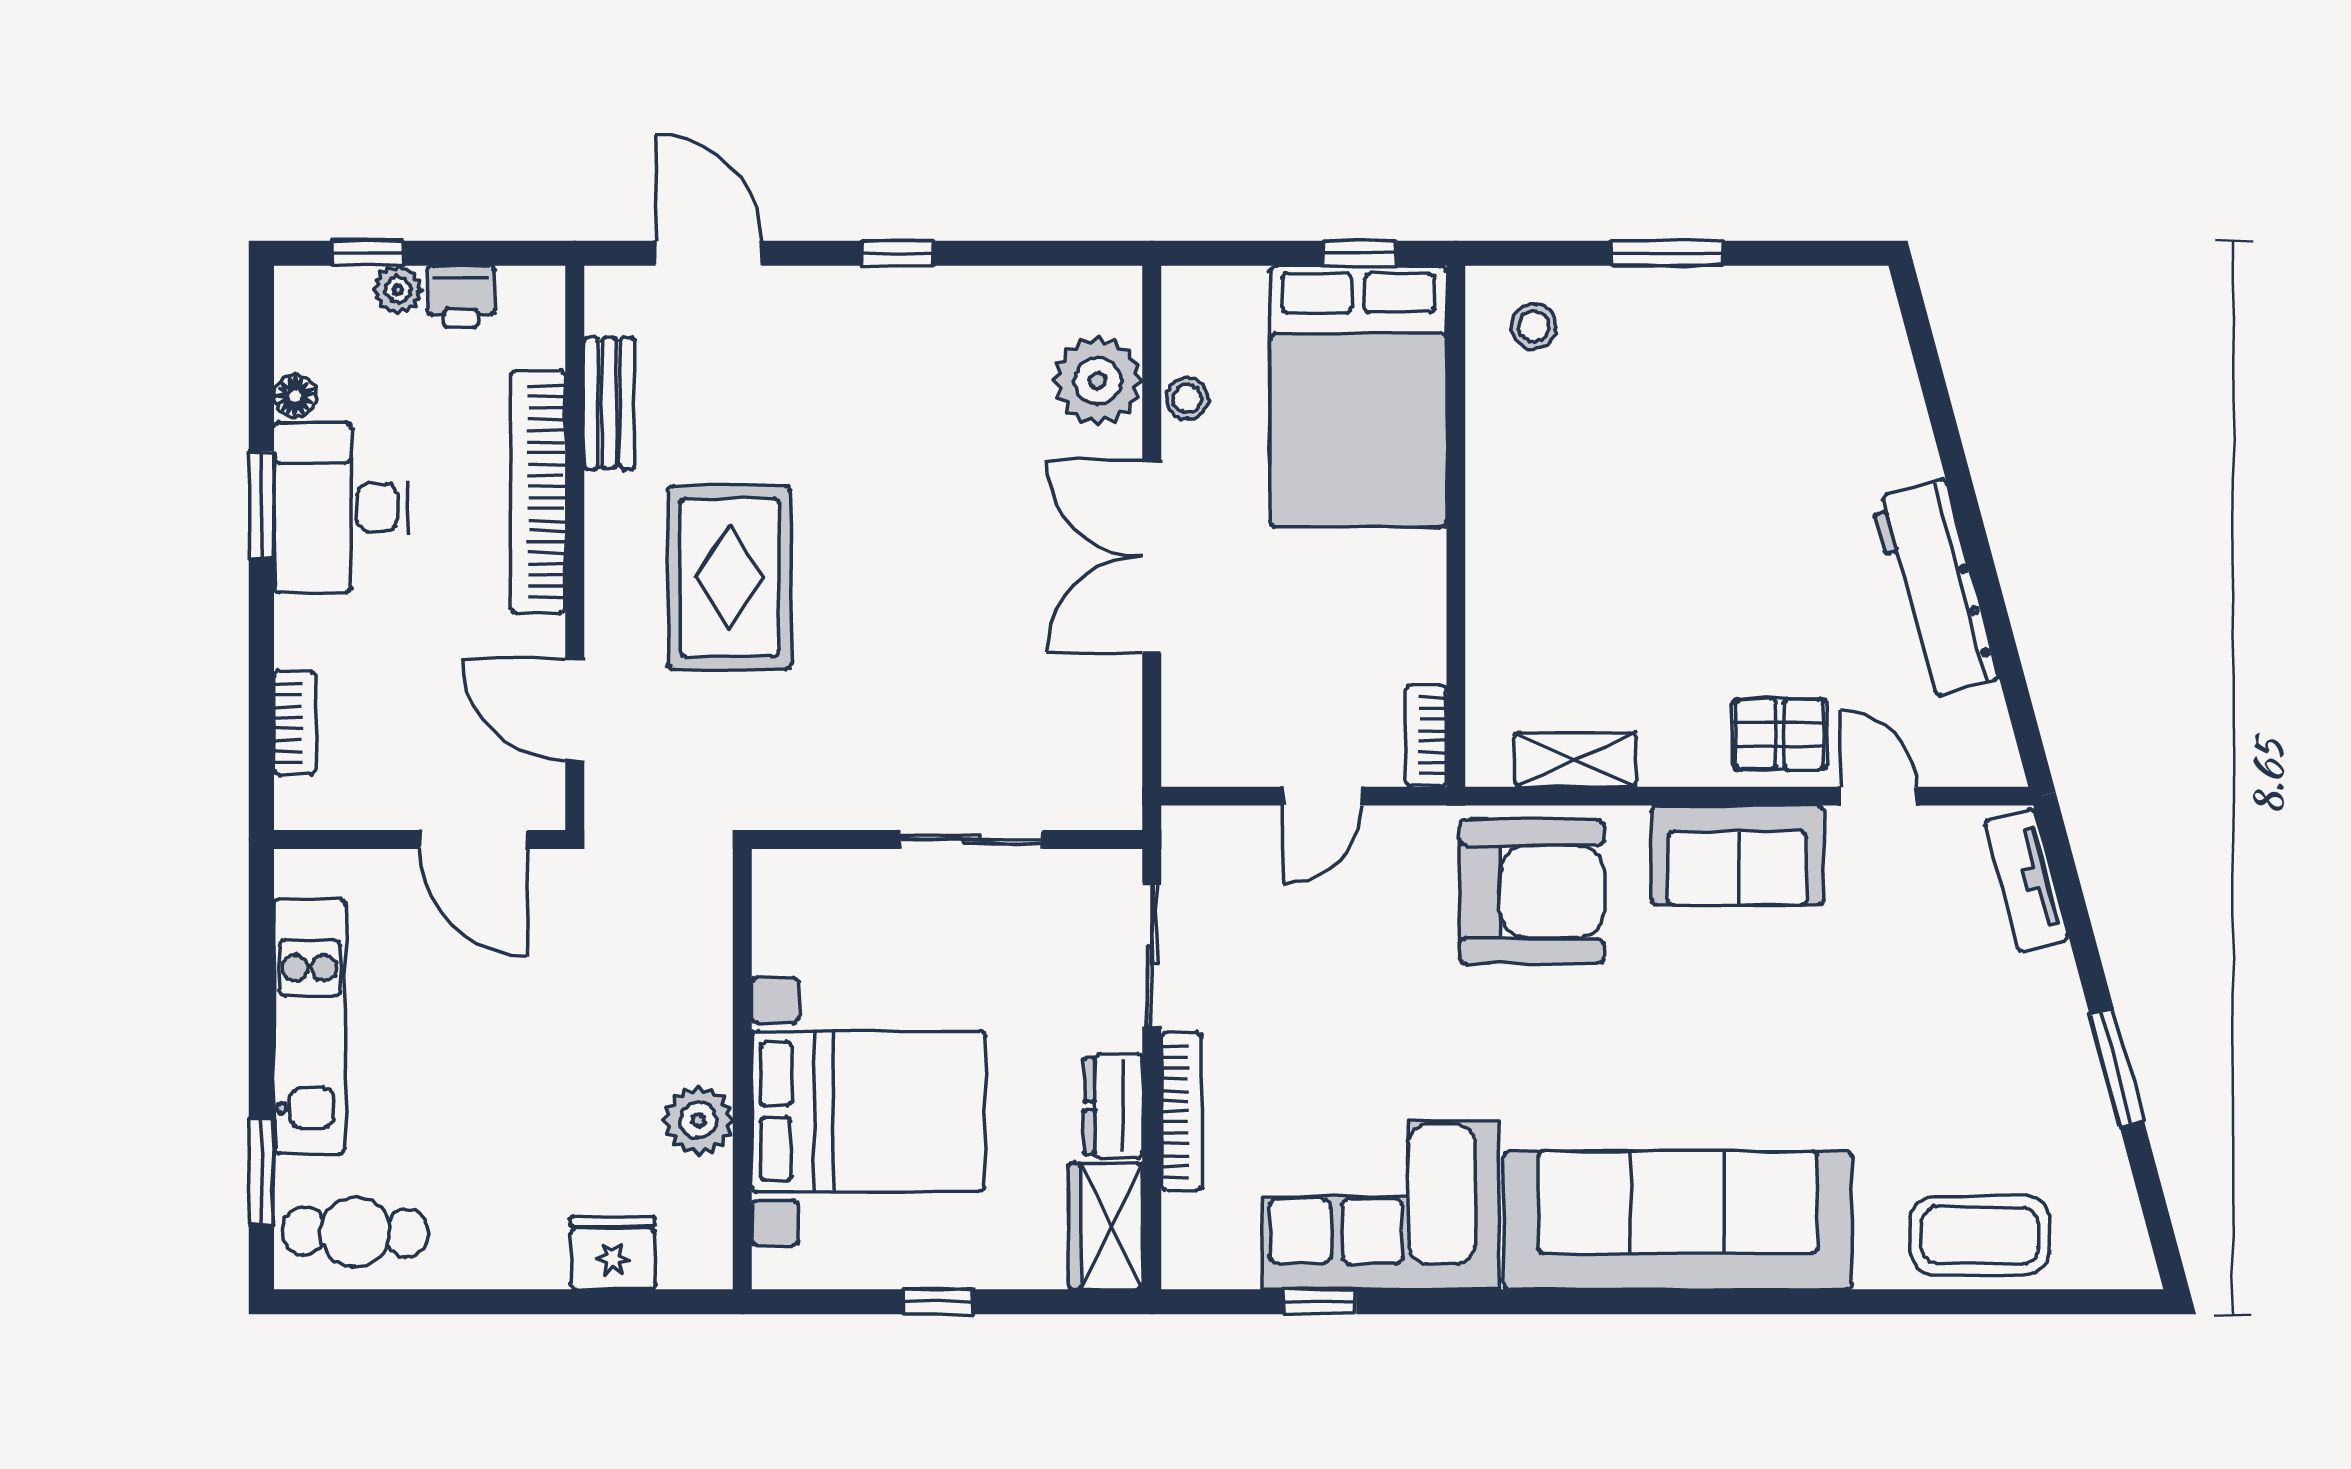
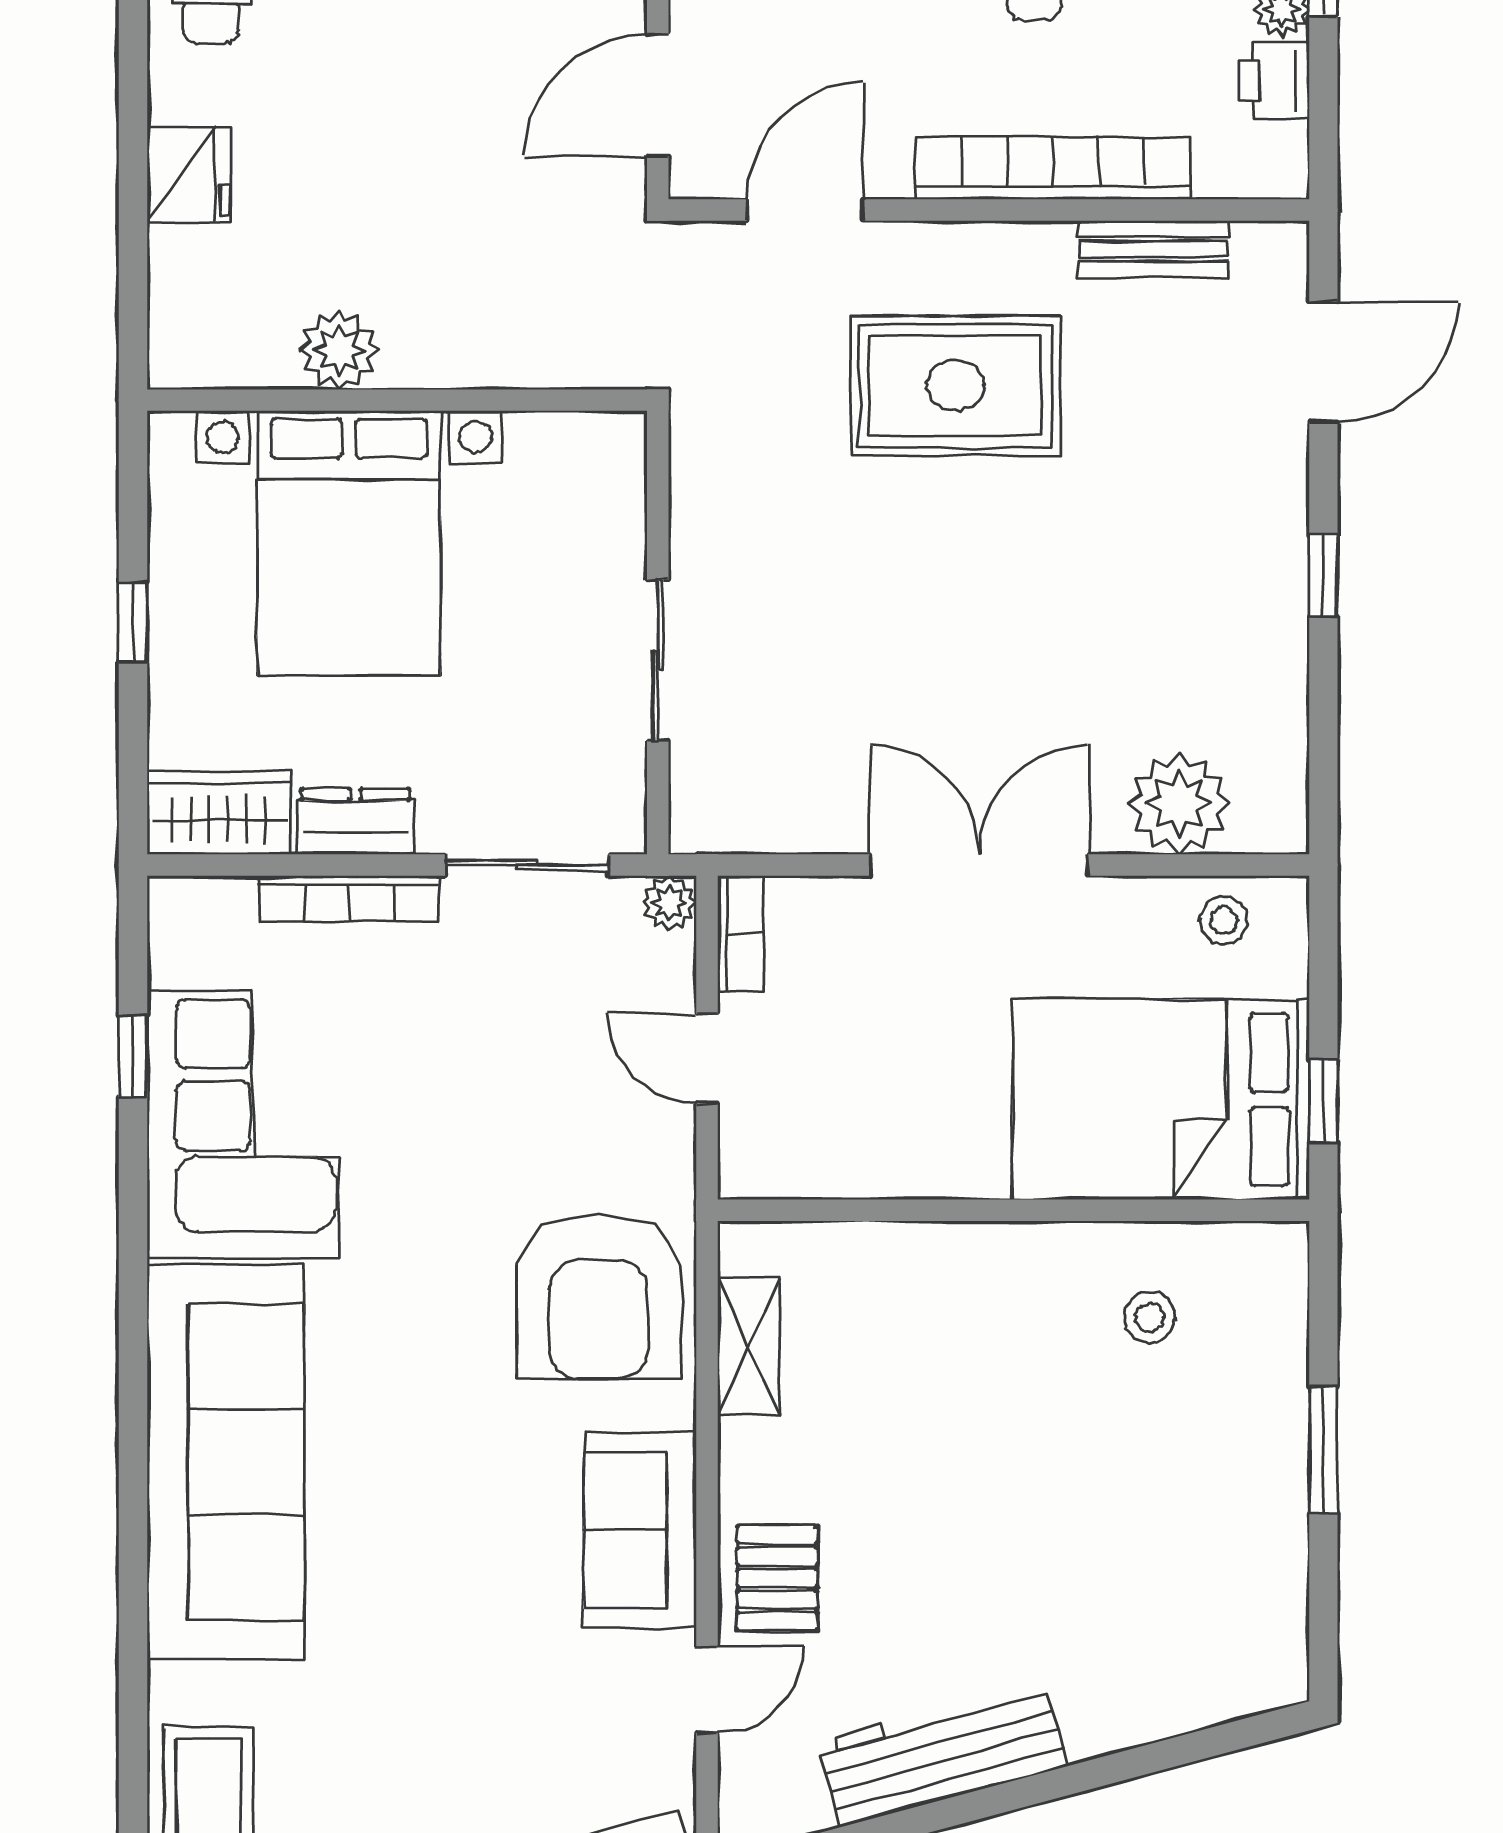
stool: (1534, 326) -> (1149, 1318), moved
stool: (1187, 398) -> (1223, 921), moved
bookcase: (1426, 736) -> (741, 934), moved, turned 90
plant: (1185, 829) -> (669, 903), added
fridge: (613, 1253) -> (188, 175), moved

